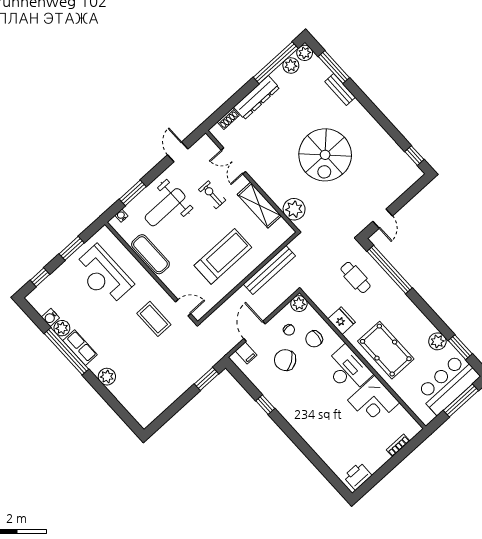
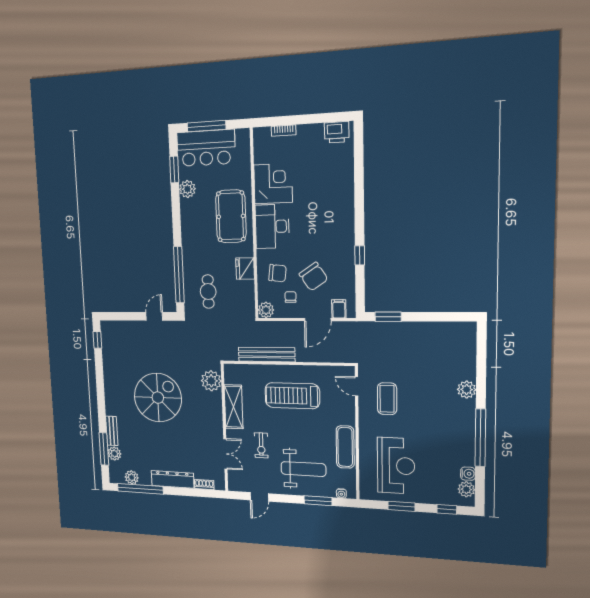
plant: (305, 53) -> (114, 454), moved
plant: (62, 328) -> (466, 489), moved
row of seats: (80, 348) -> (467, 431), removed

